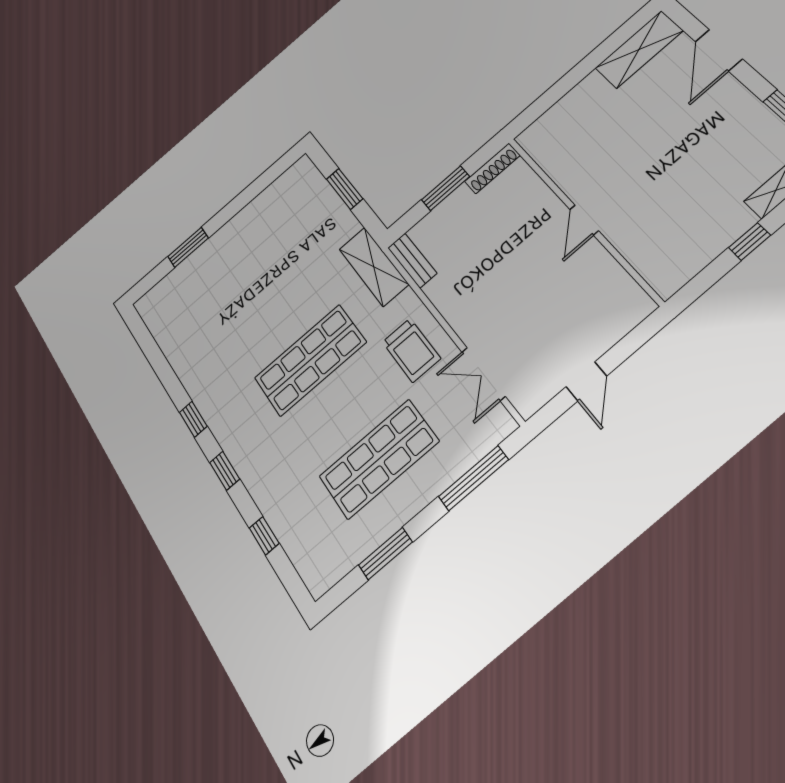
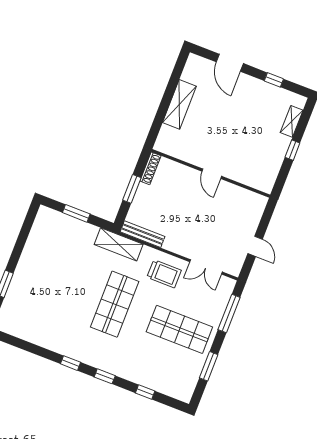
shelving: (639, 49) -> (179, 104), moved
bench: (412, 261) -> (143, 234), width x1.36
shop shelf: (379, 459) -> (179, 329), turned 90

